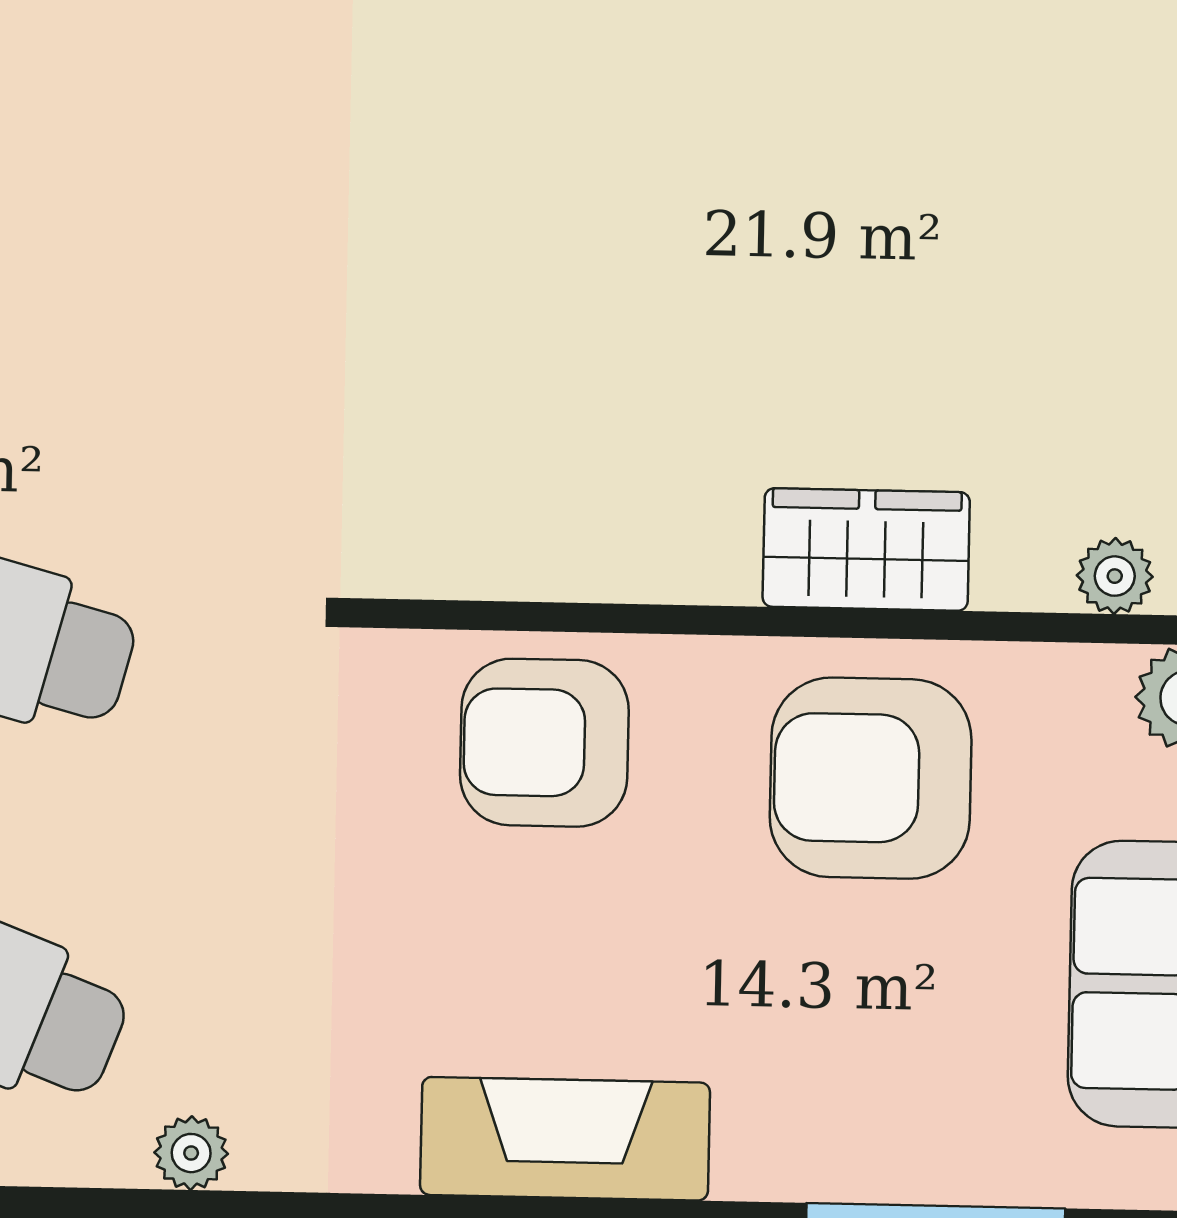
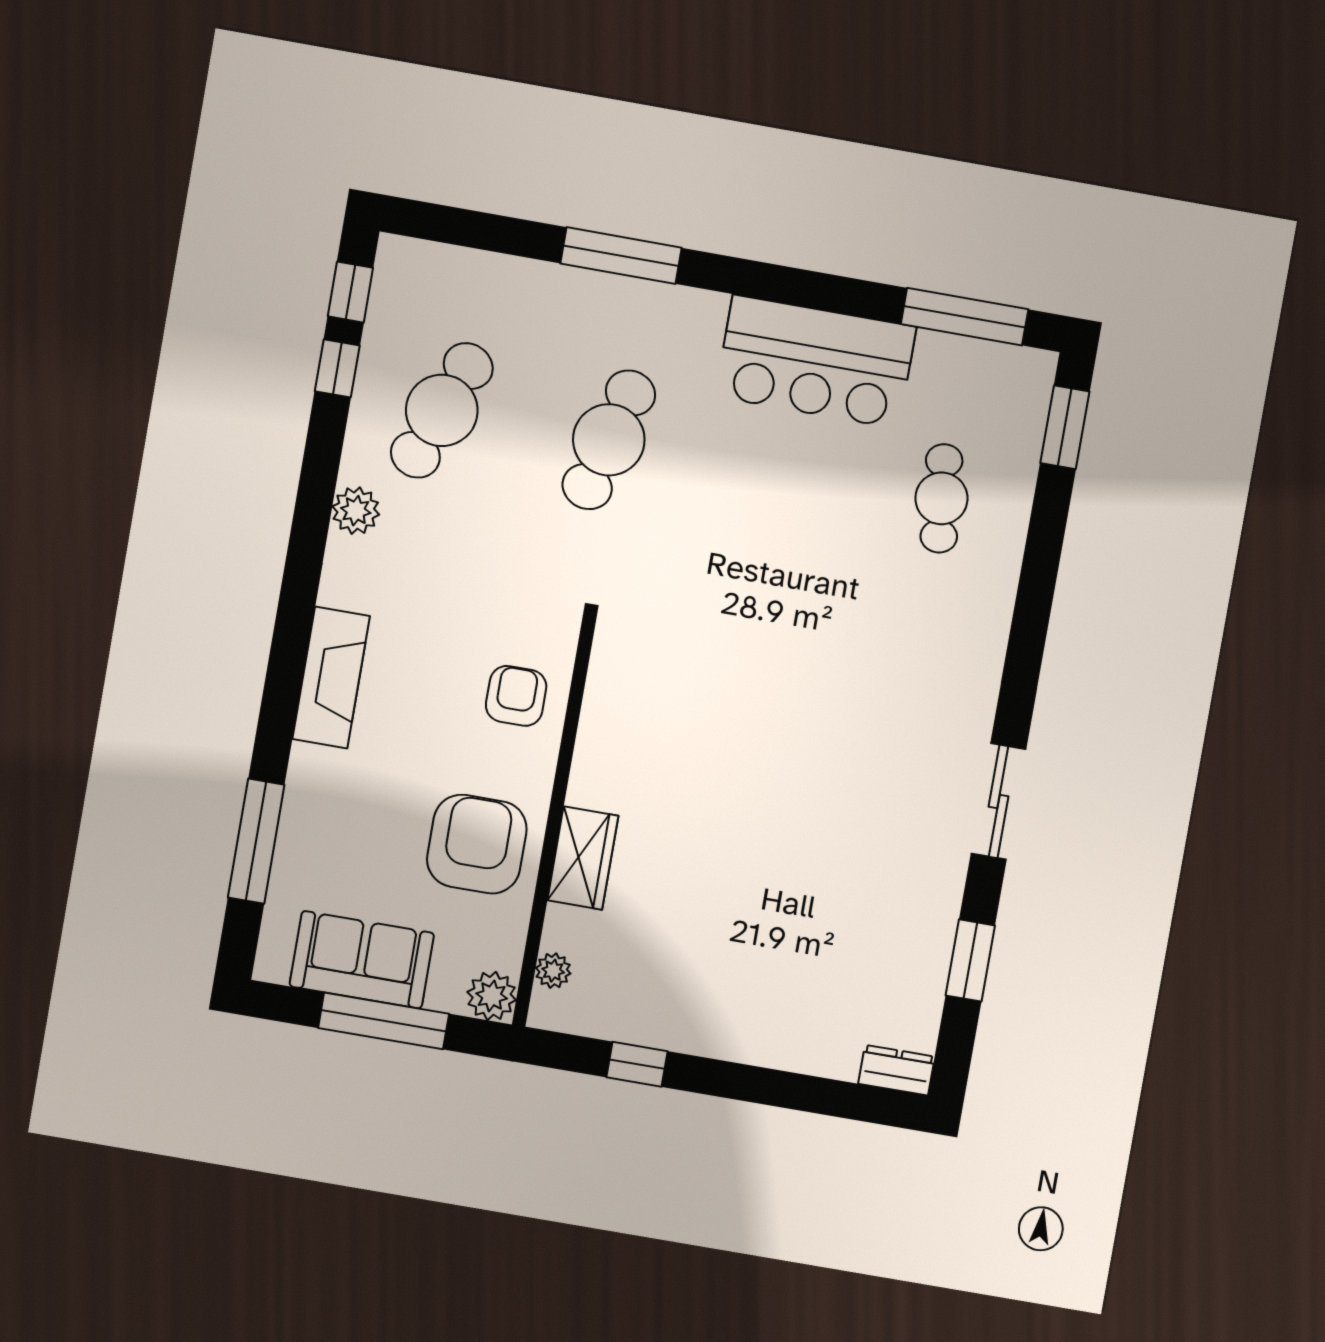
armchair: (544, 743) -> (516, 696), width x0.72, depth x0.72
plant: (191, 1153) -> (356, 511), width x1.38, depth x1.38

